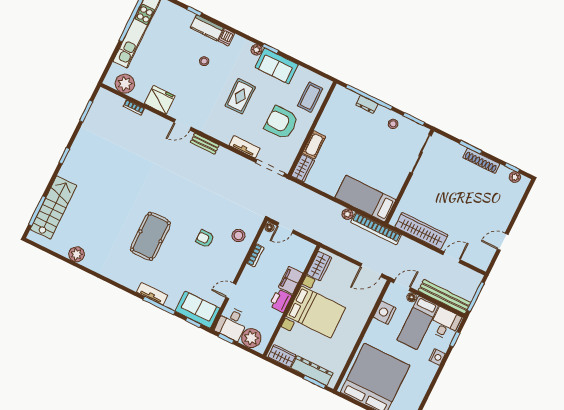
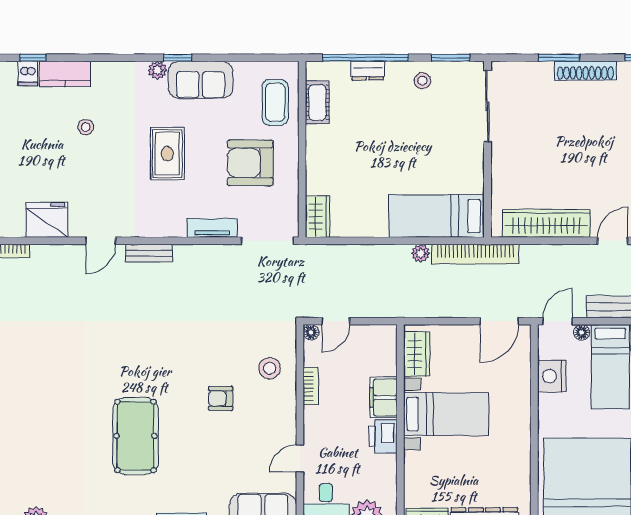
dishwasher: (226, 37) -> (28, 74), moved
cot: (314, 145) -> (317, 102), moved
bed with nightstands: (316, 312) -> (446, 414), width x0.73

